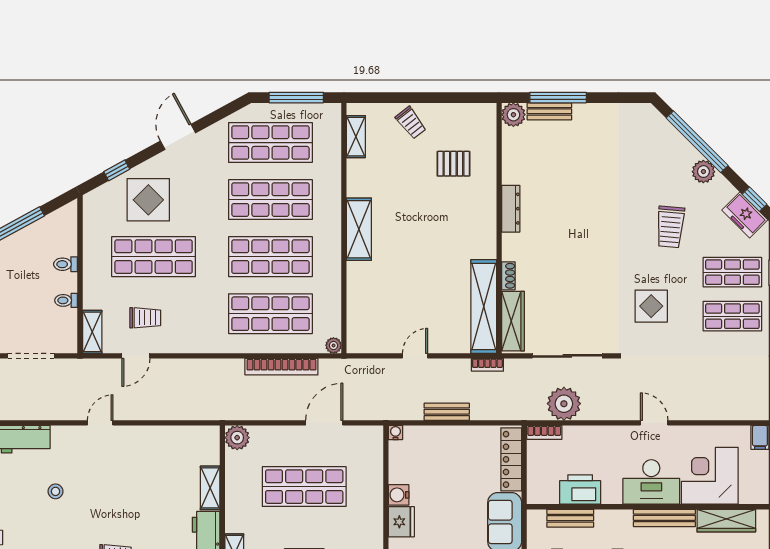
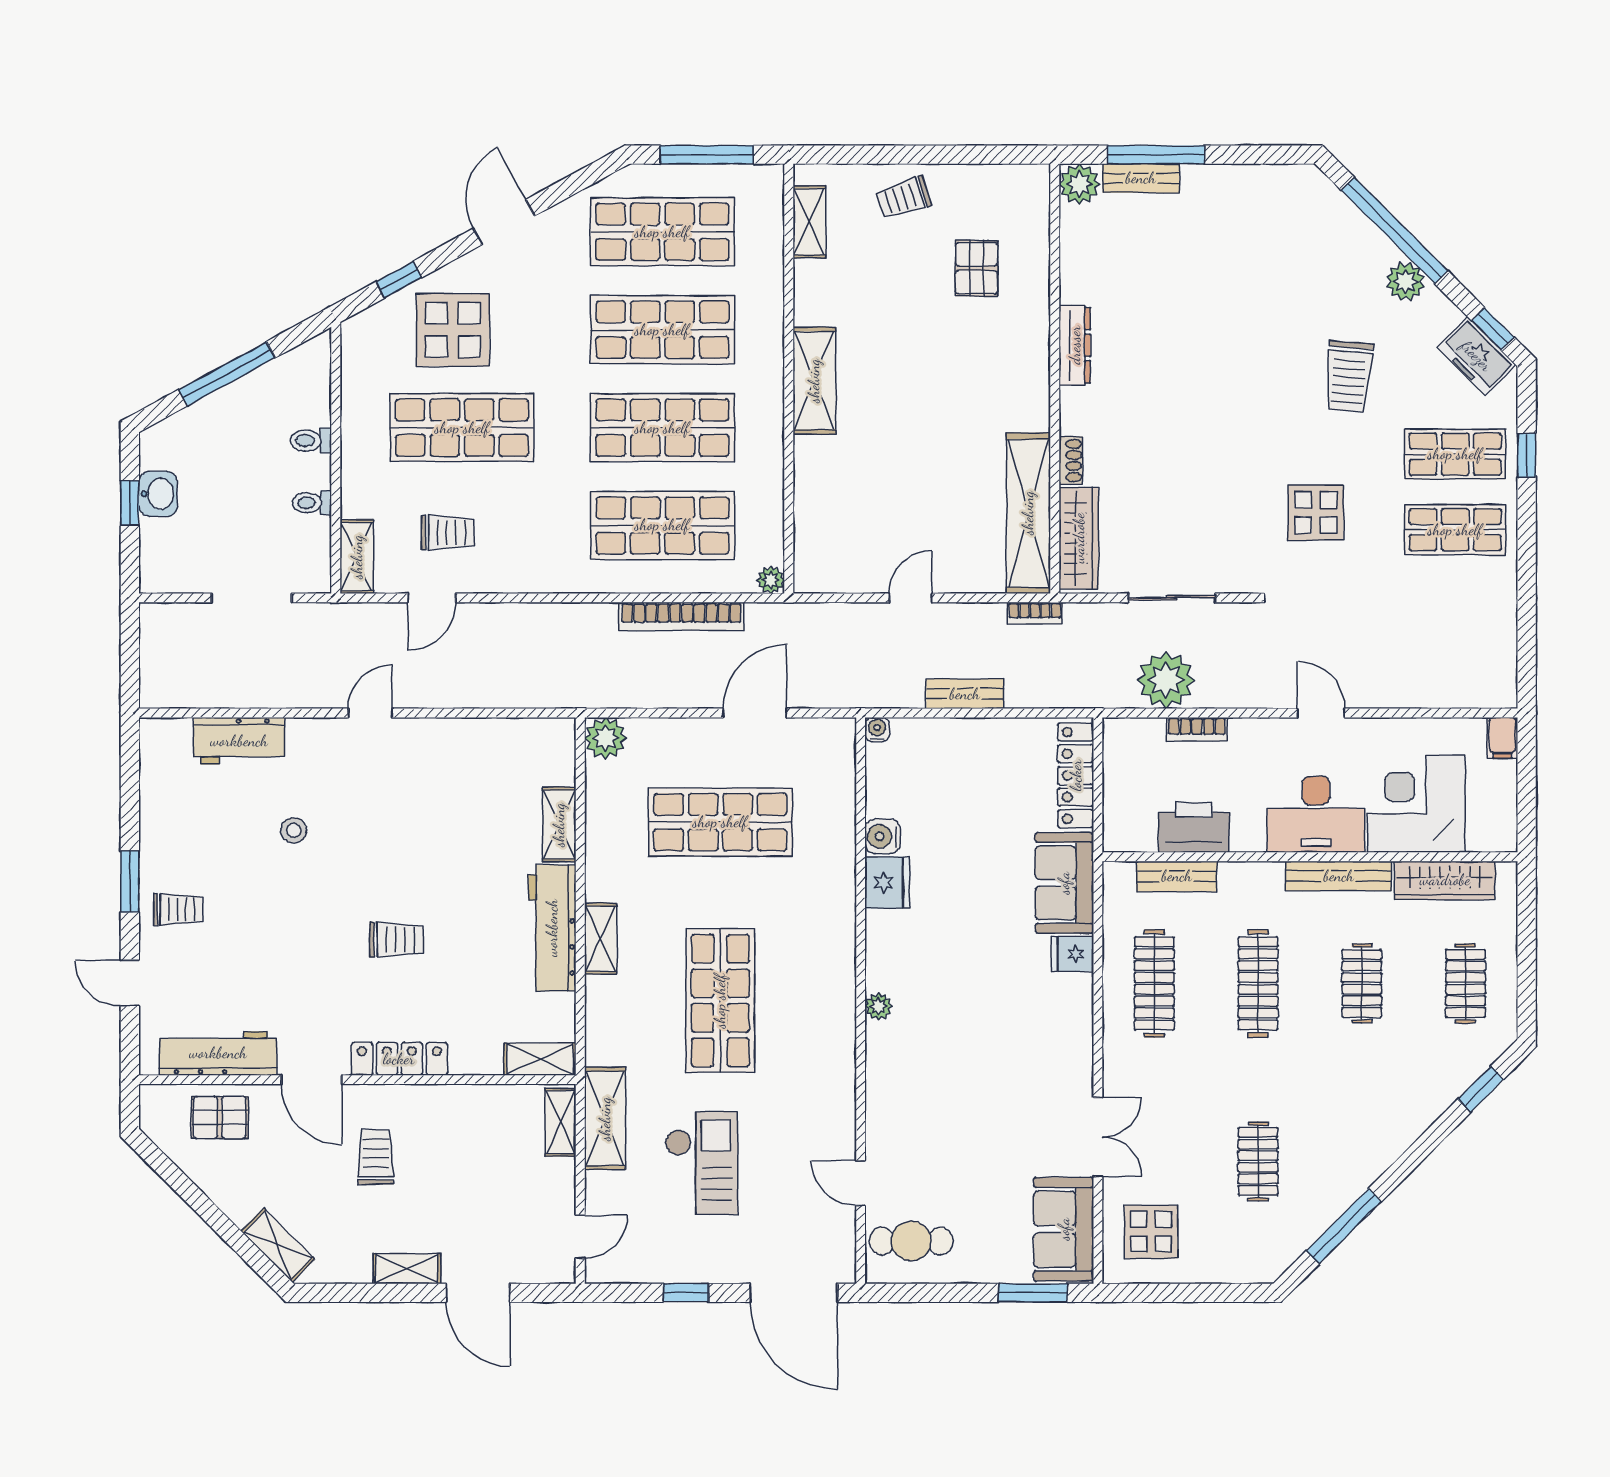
trolley: (411, 123) -> (903, 198), turned 110
pallet: (453, 164) -> (977, 268), turned 90
sliding door: (567, 356) -> (1172, 598), width x0.73
bookcase: (544, 432) -> (1197, 729), moved

